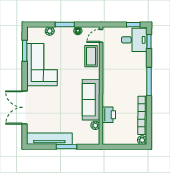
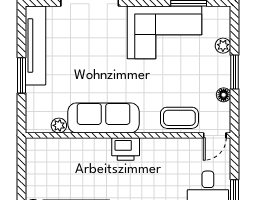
door: (101, 36) -> (215, 135), swing flipped
printer: (109, 115) -> (126, 149), moved

